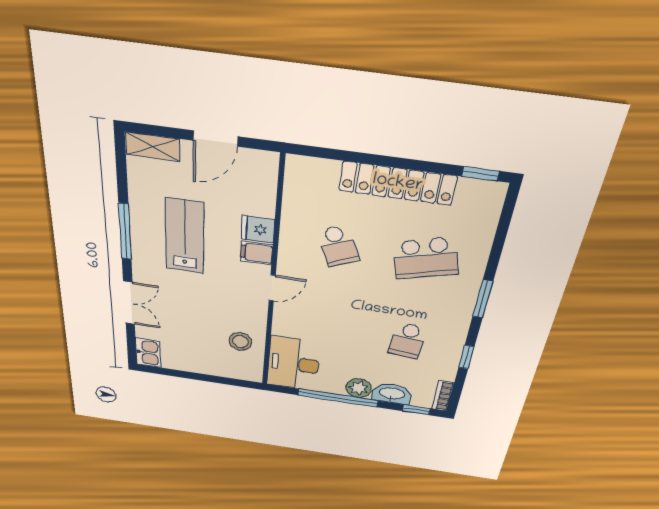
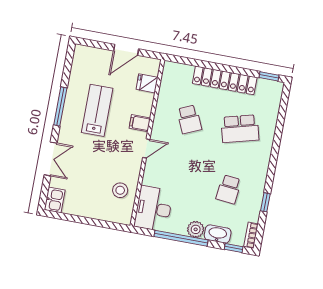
shelving: (153, 147) -> (89, 53), removed
fridge: (258, 229) -> (147, 83), moved
window: (483, 299) -> (274, 158), removed

